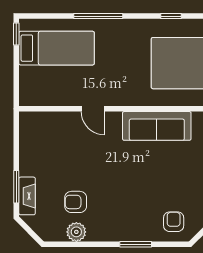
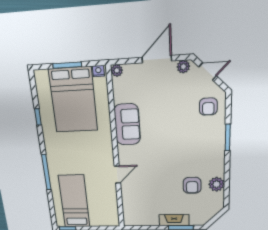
sofa: (157, 126) -> (127, 124), width x0.73
fireplace: (27, 196) -> (174, 220), moved
armchair: (174, 222) -> (208, 107), turned -90

